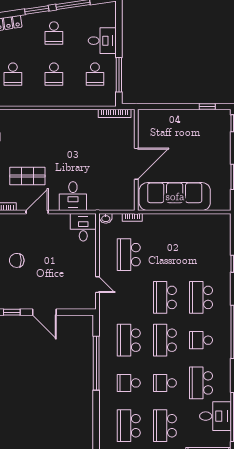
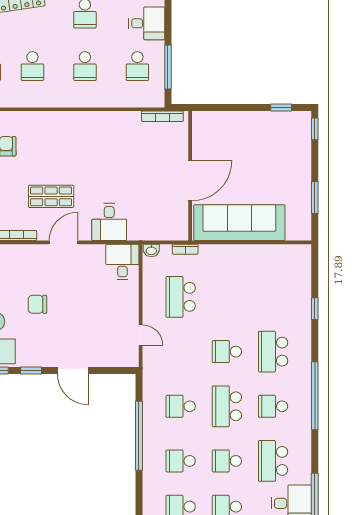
school desk: (165, 297) -> (227, 352), width x0.54
school desk: (129, 340) -> (181, 406), width x0.54

